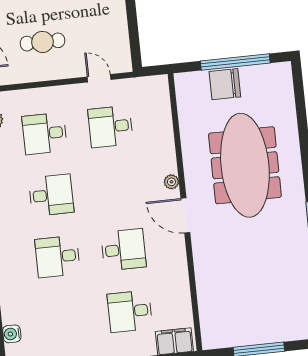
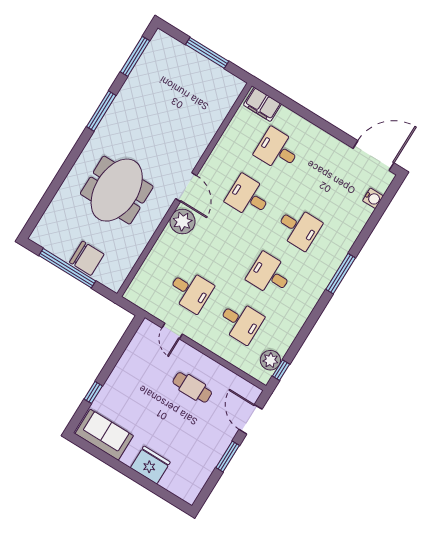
meeting table: (245, 165) -> (117, 190), width x0.73
plant: (171, 182) -> (182, 222), width x1.87, depth x1.87
desk: (130, 311) -> (277, 150), turned 180

